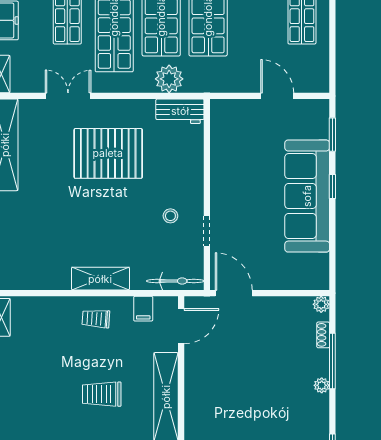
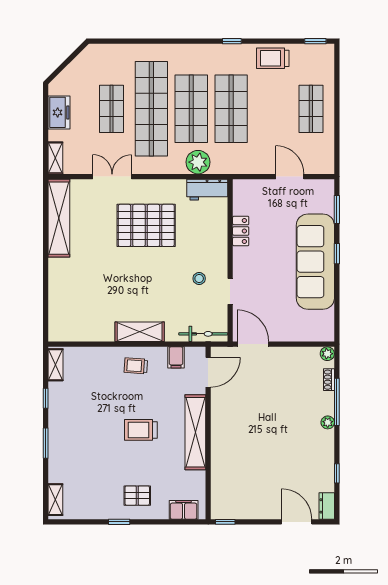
locker: (219, 160) -> (241, 231), added

